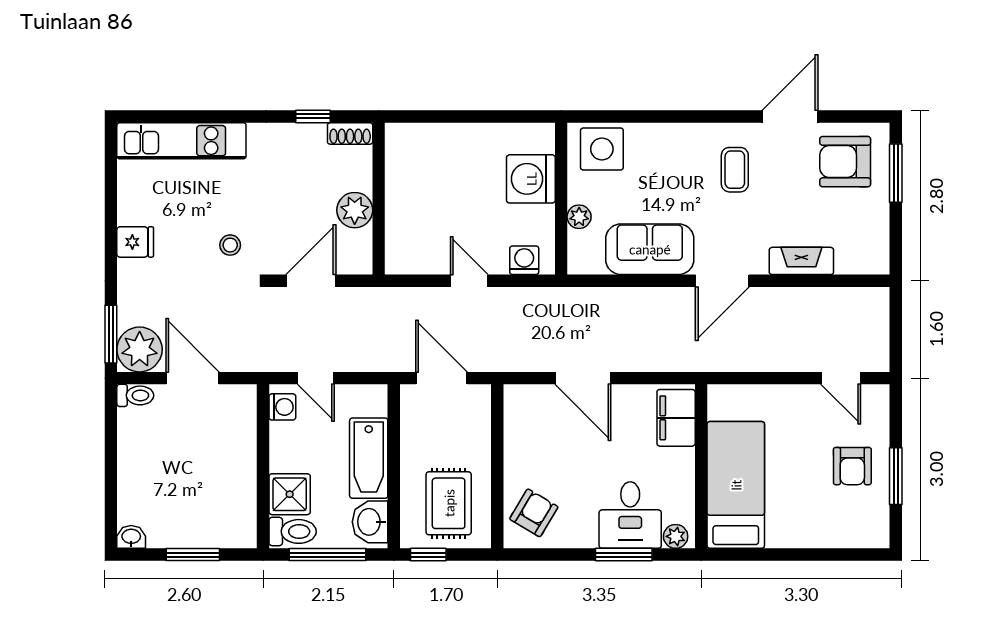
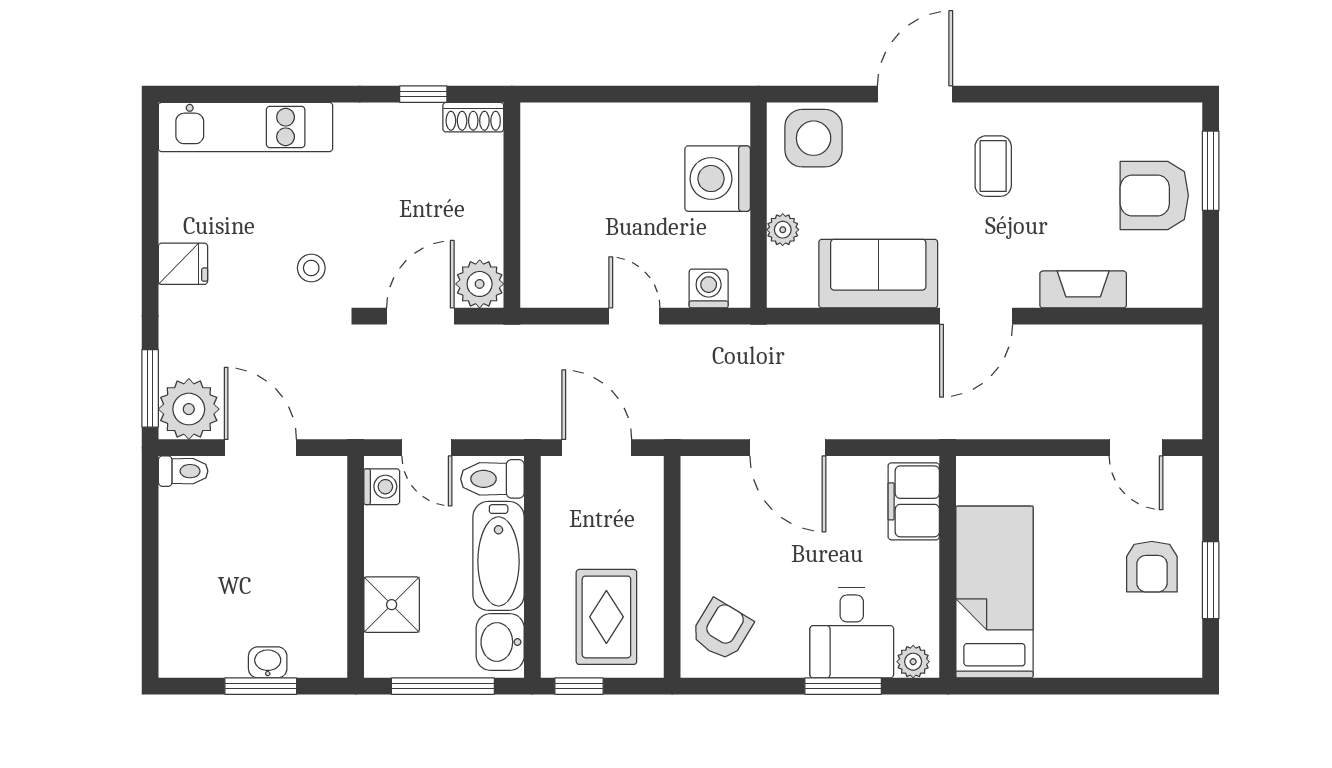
door: (790, 116) -> (915, 94), moved
armchair: (845, 162) -> (1154, 195), moved
plant: (355, 210) -> (480, 284), moved
toilet: (293, 531) -> (492, 479), moved, turned 180
washbasin: (131, 537) -> (268, 662), moved

